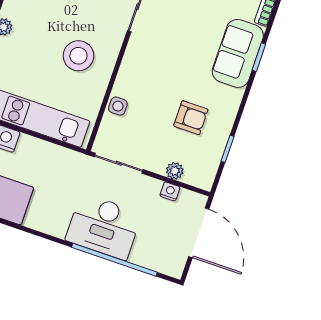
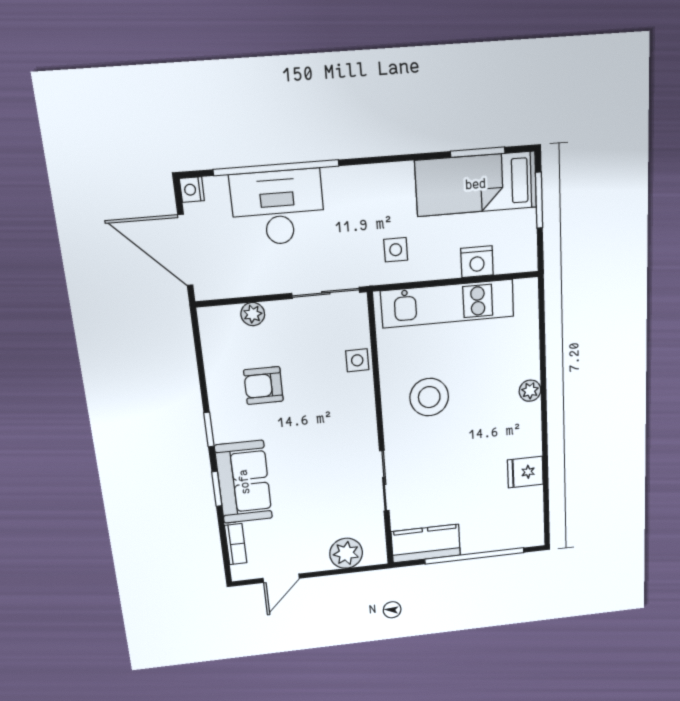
window: (227, 149) -> (209, 430), moved
side table: (58, 172) -> (396, 250), added
nightstand: (170, 191) -> (192, 190), moved, turned 90
desk: (104, 227) -> (278, 208), moved

